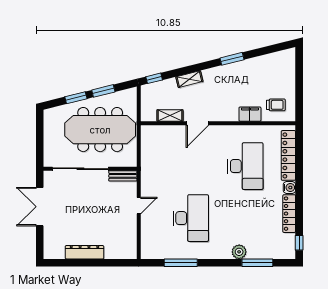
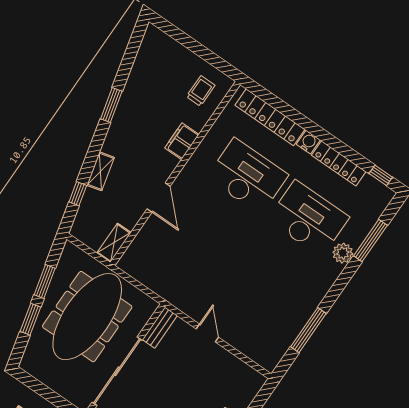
window: (154, 78) -> (78, 194), moved
filing cabinet: (250, 114) -> (182, 141), moved
shelving: (170, 116) -> (114, 243), moved
desk: (191, 218) -> (308, 218), moved

